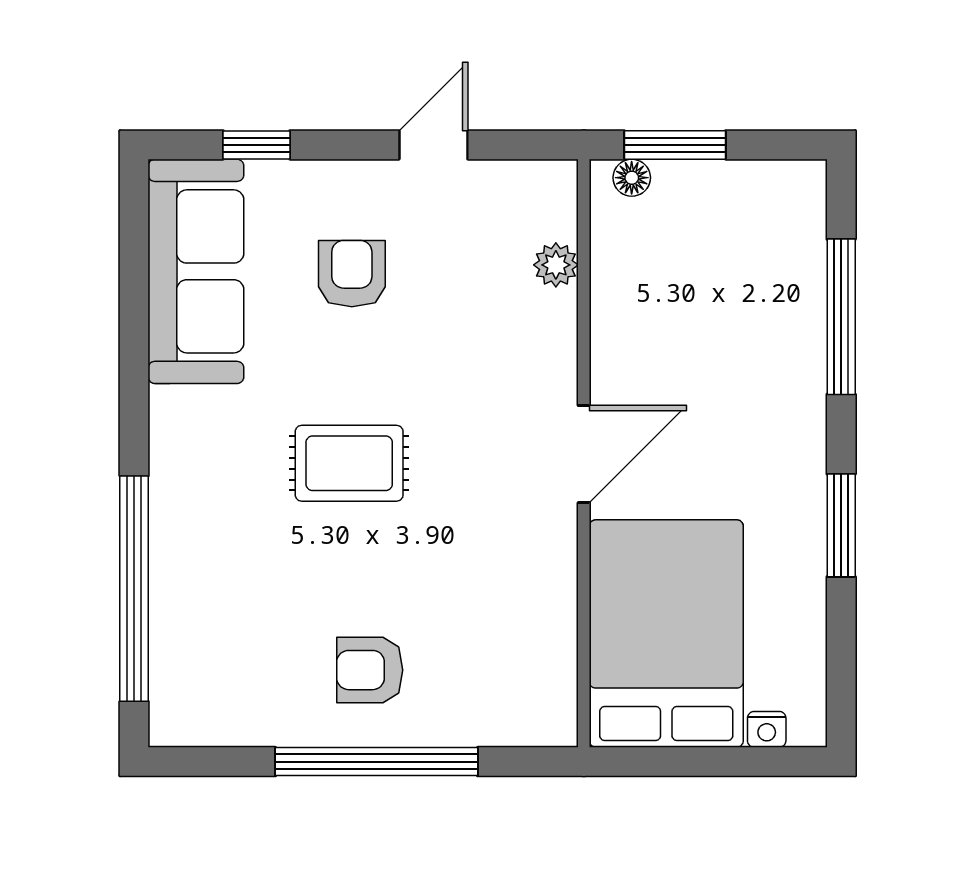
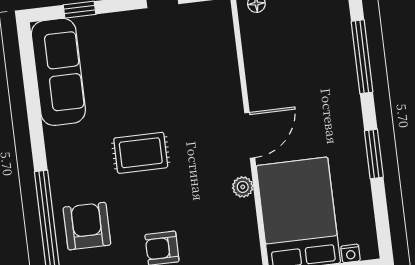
plant: (556, 265) -> (243, 187), moved
armchair: (352, 274) -> (87, 226), moved, width x1.38, depth x1.38

